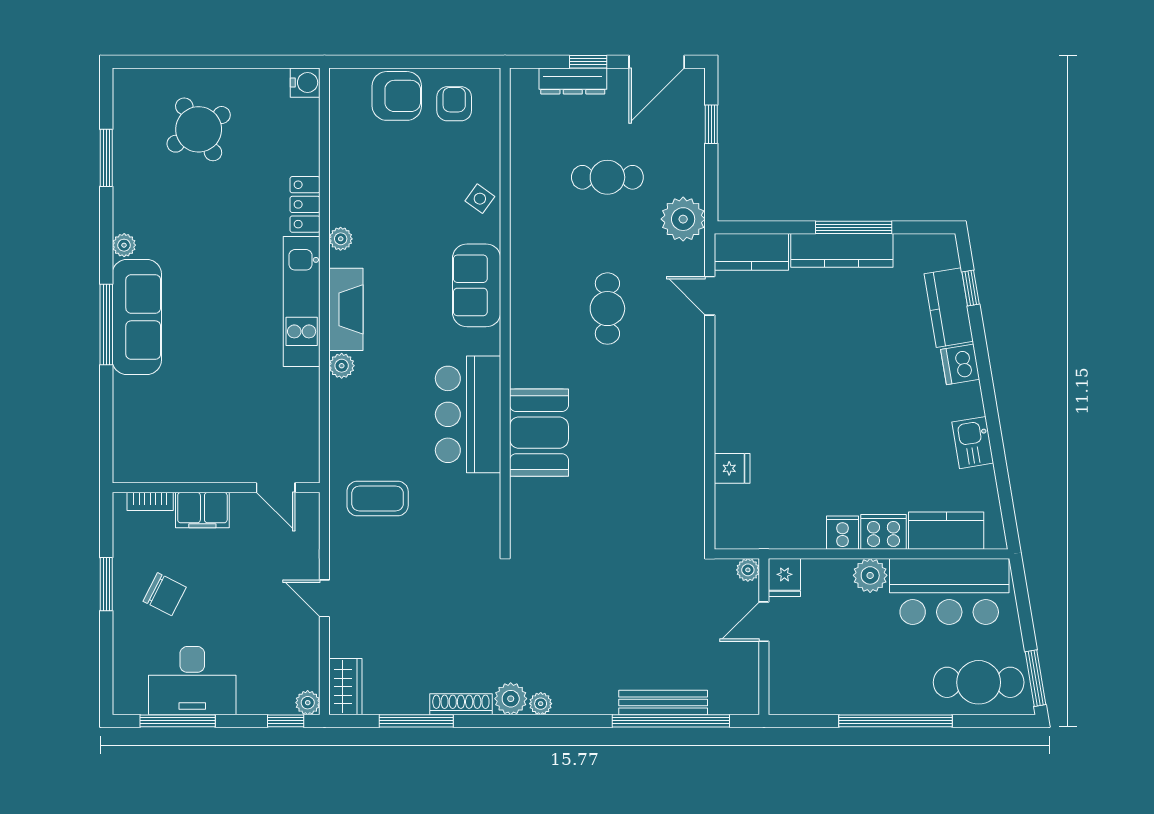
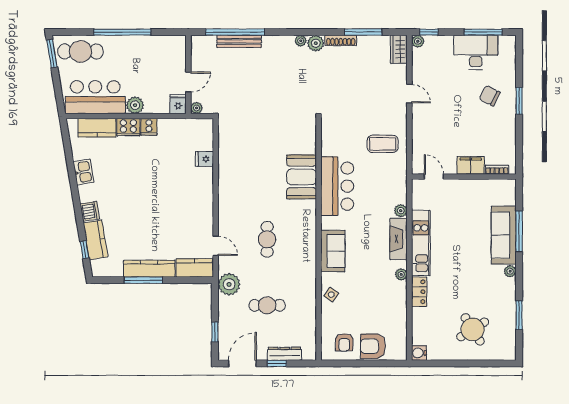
wall: (216, 488) -> (464, 177), moved
door: (276, 488) -> (434, 177), moved
bookcase: (150, 501) -> (497, 170), moved
filing cabinet: (202, 510) -> (471, 165), moved

